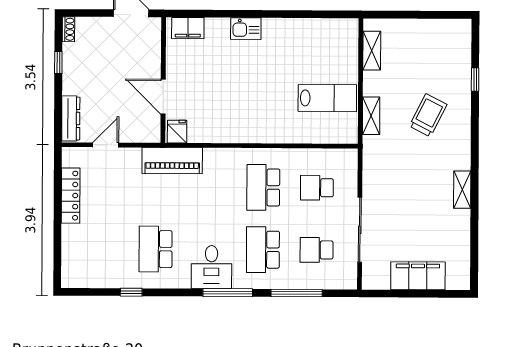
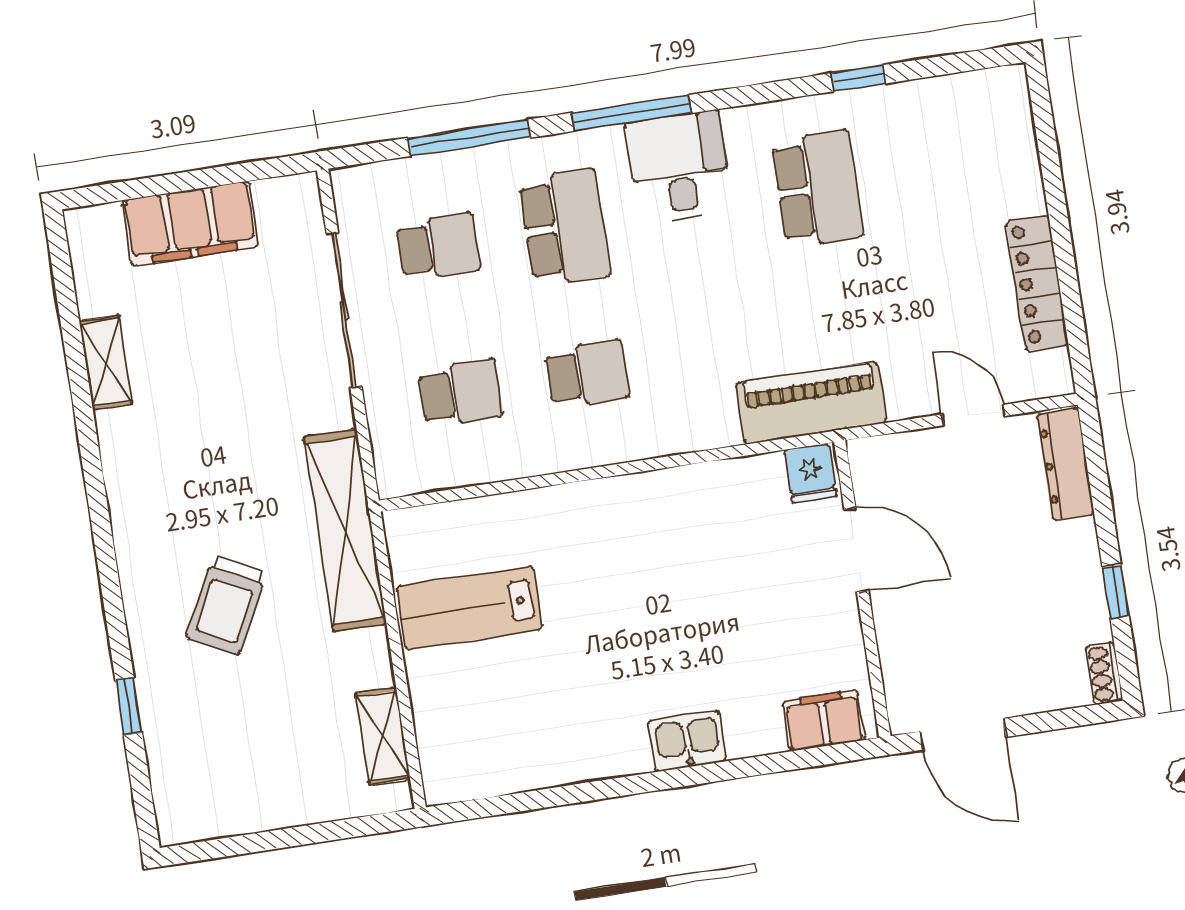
shelving: (371, 116) -> (345, 530), width x2.20, depth x1.33
door: (106, 145) -> (974, 415), swing flipped
school desk: (263, 187) -> (587, 374), width x0.54
shelving: (462, 190) -> (106, 362), moved

